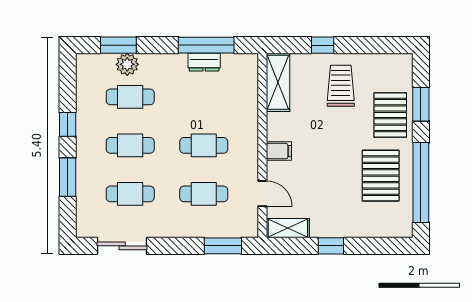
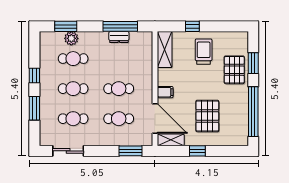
pallet: (381, 176) -> (207, 116), moved
door: (262, 194) -> (155, 118), width x1.87

